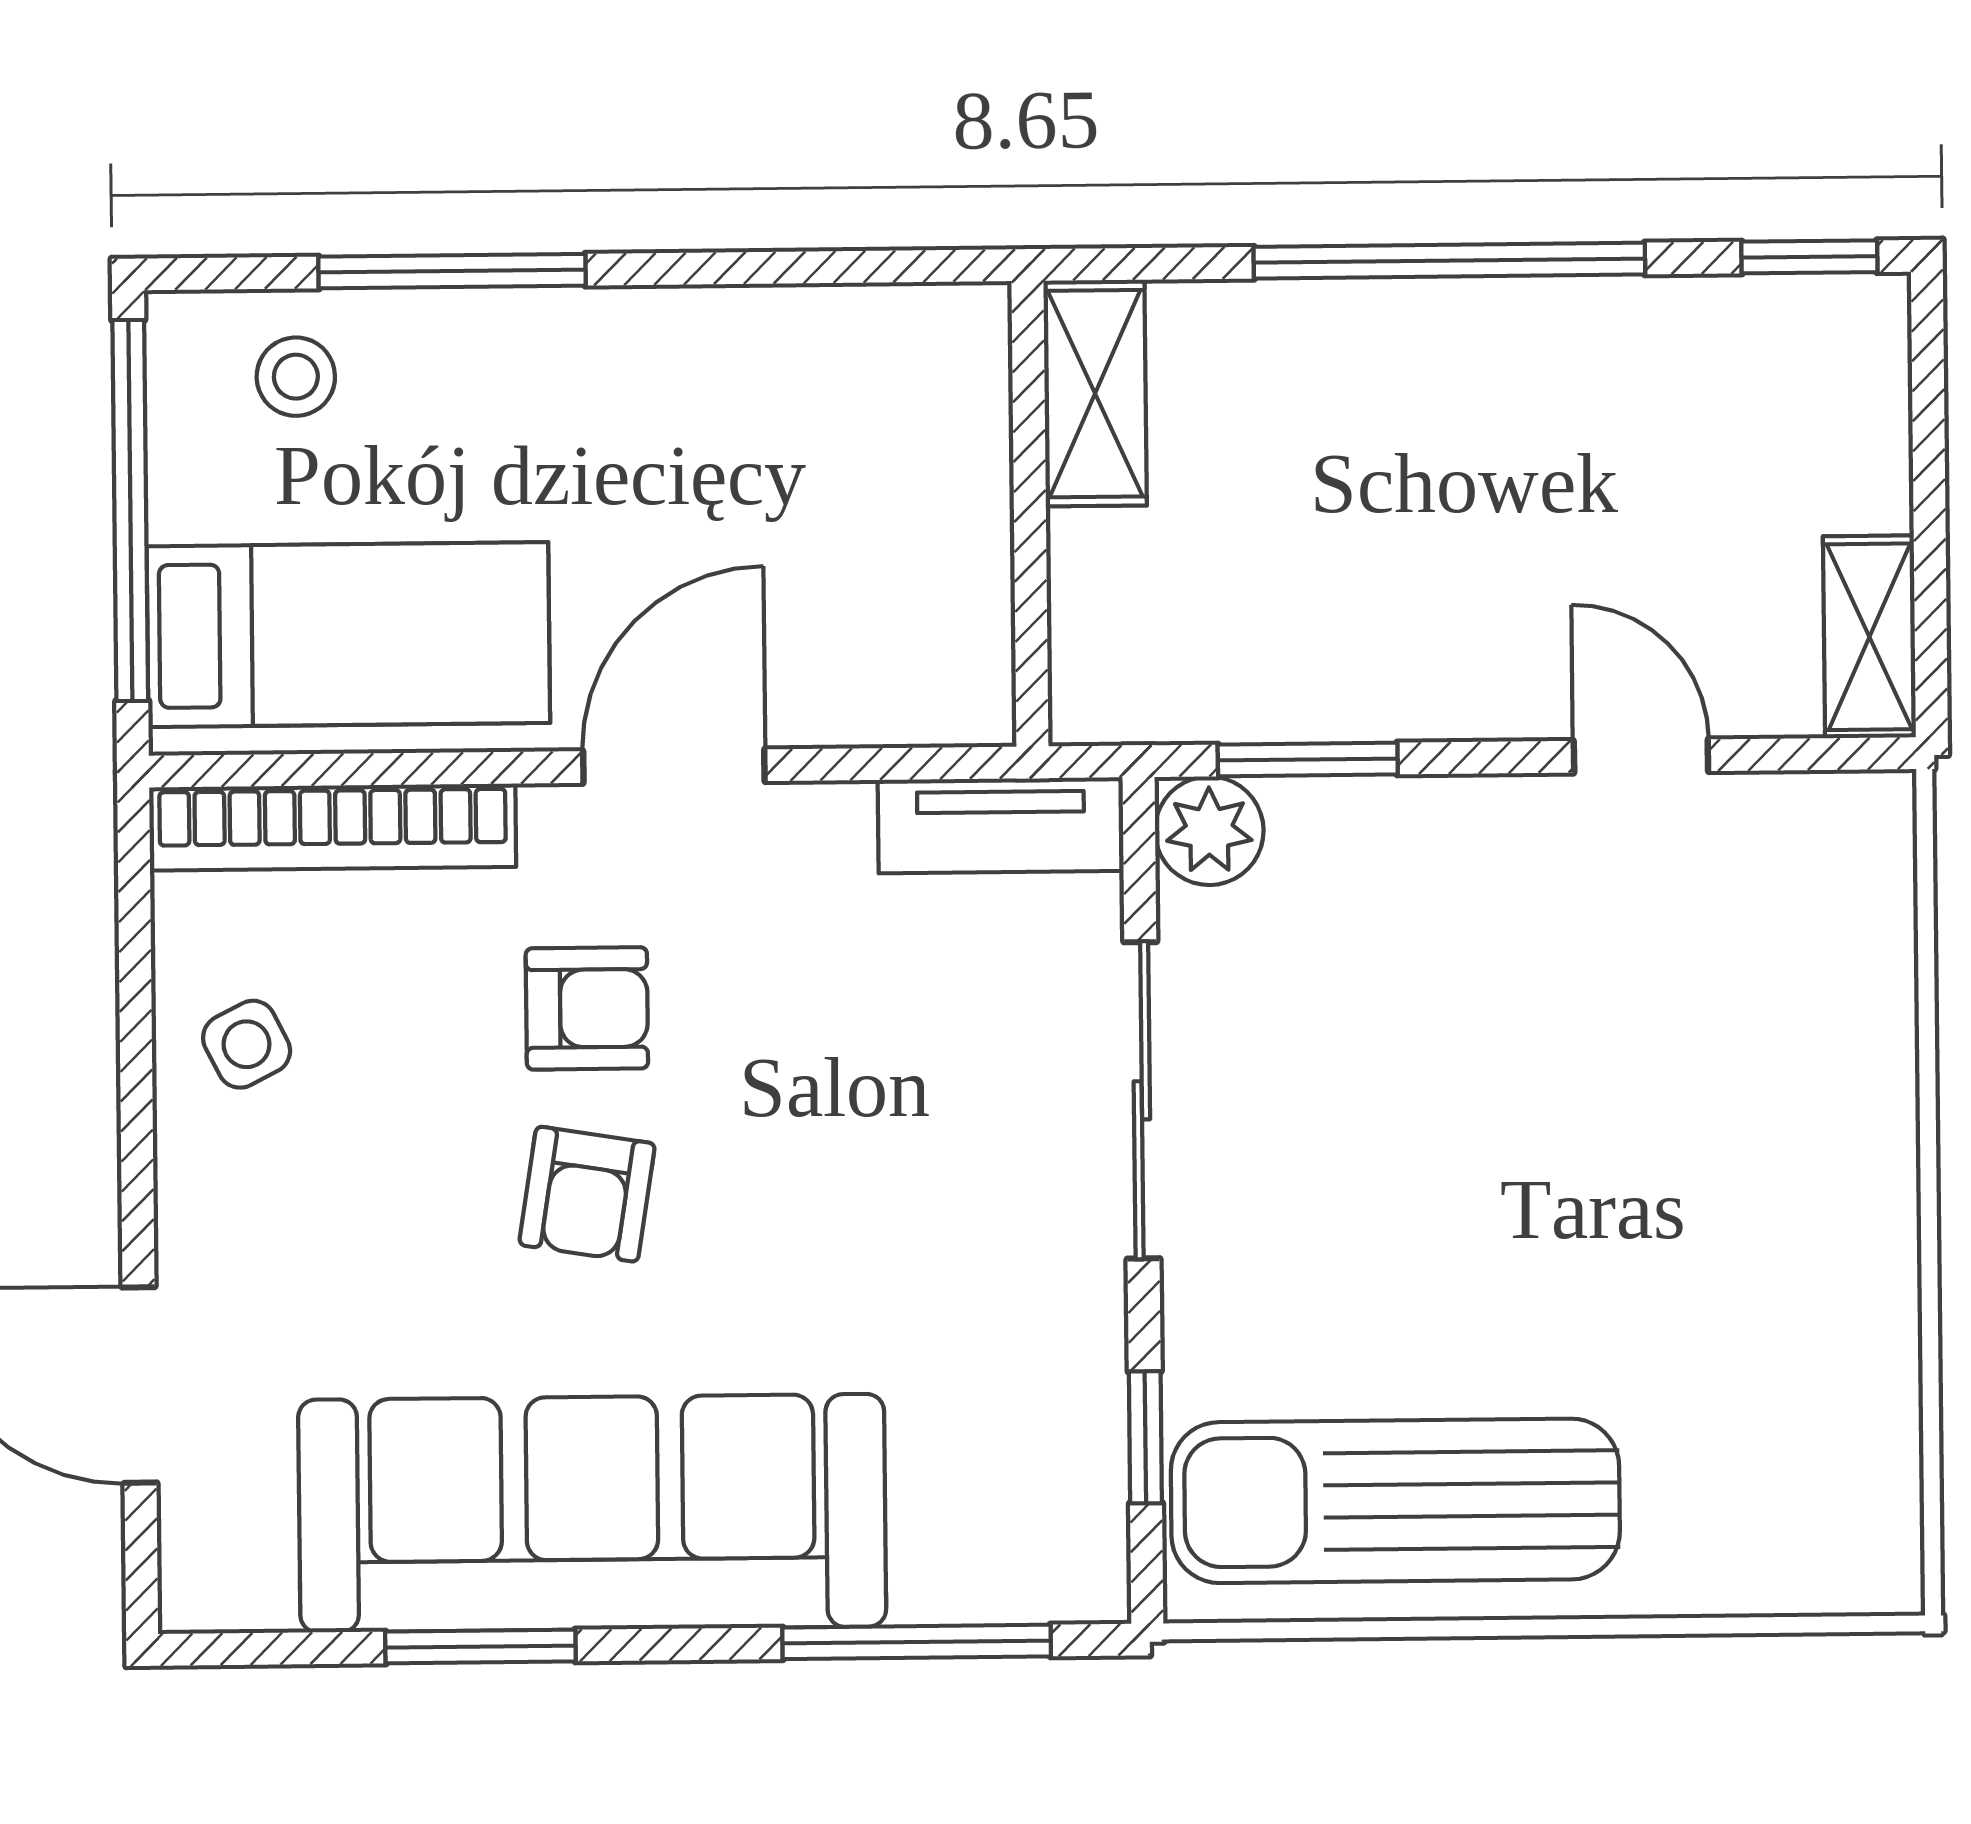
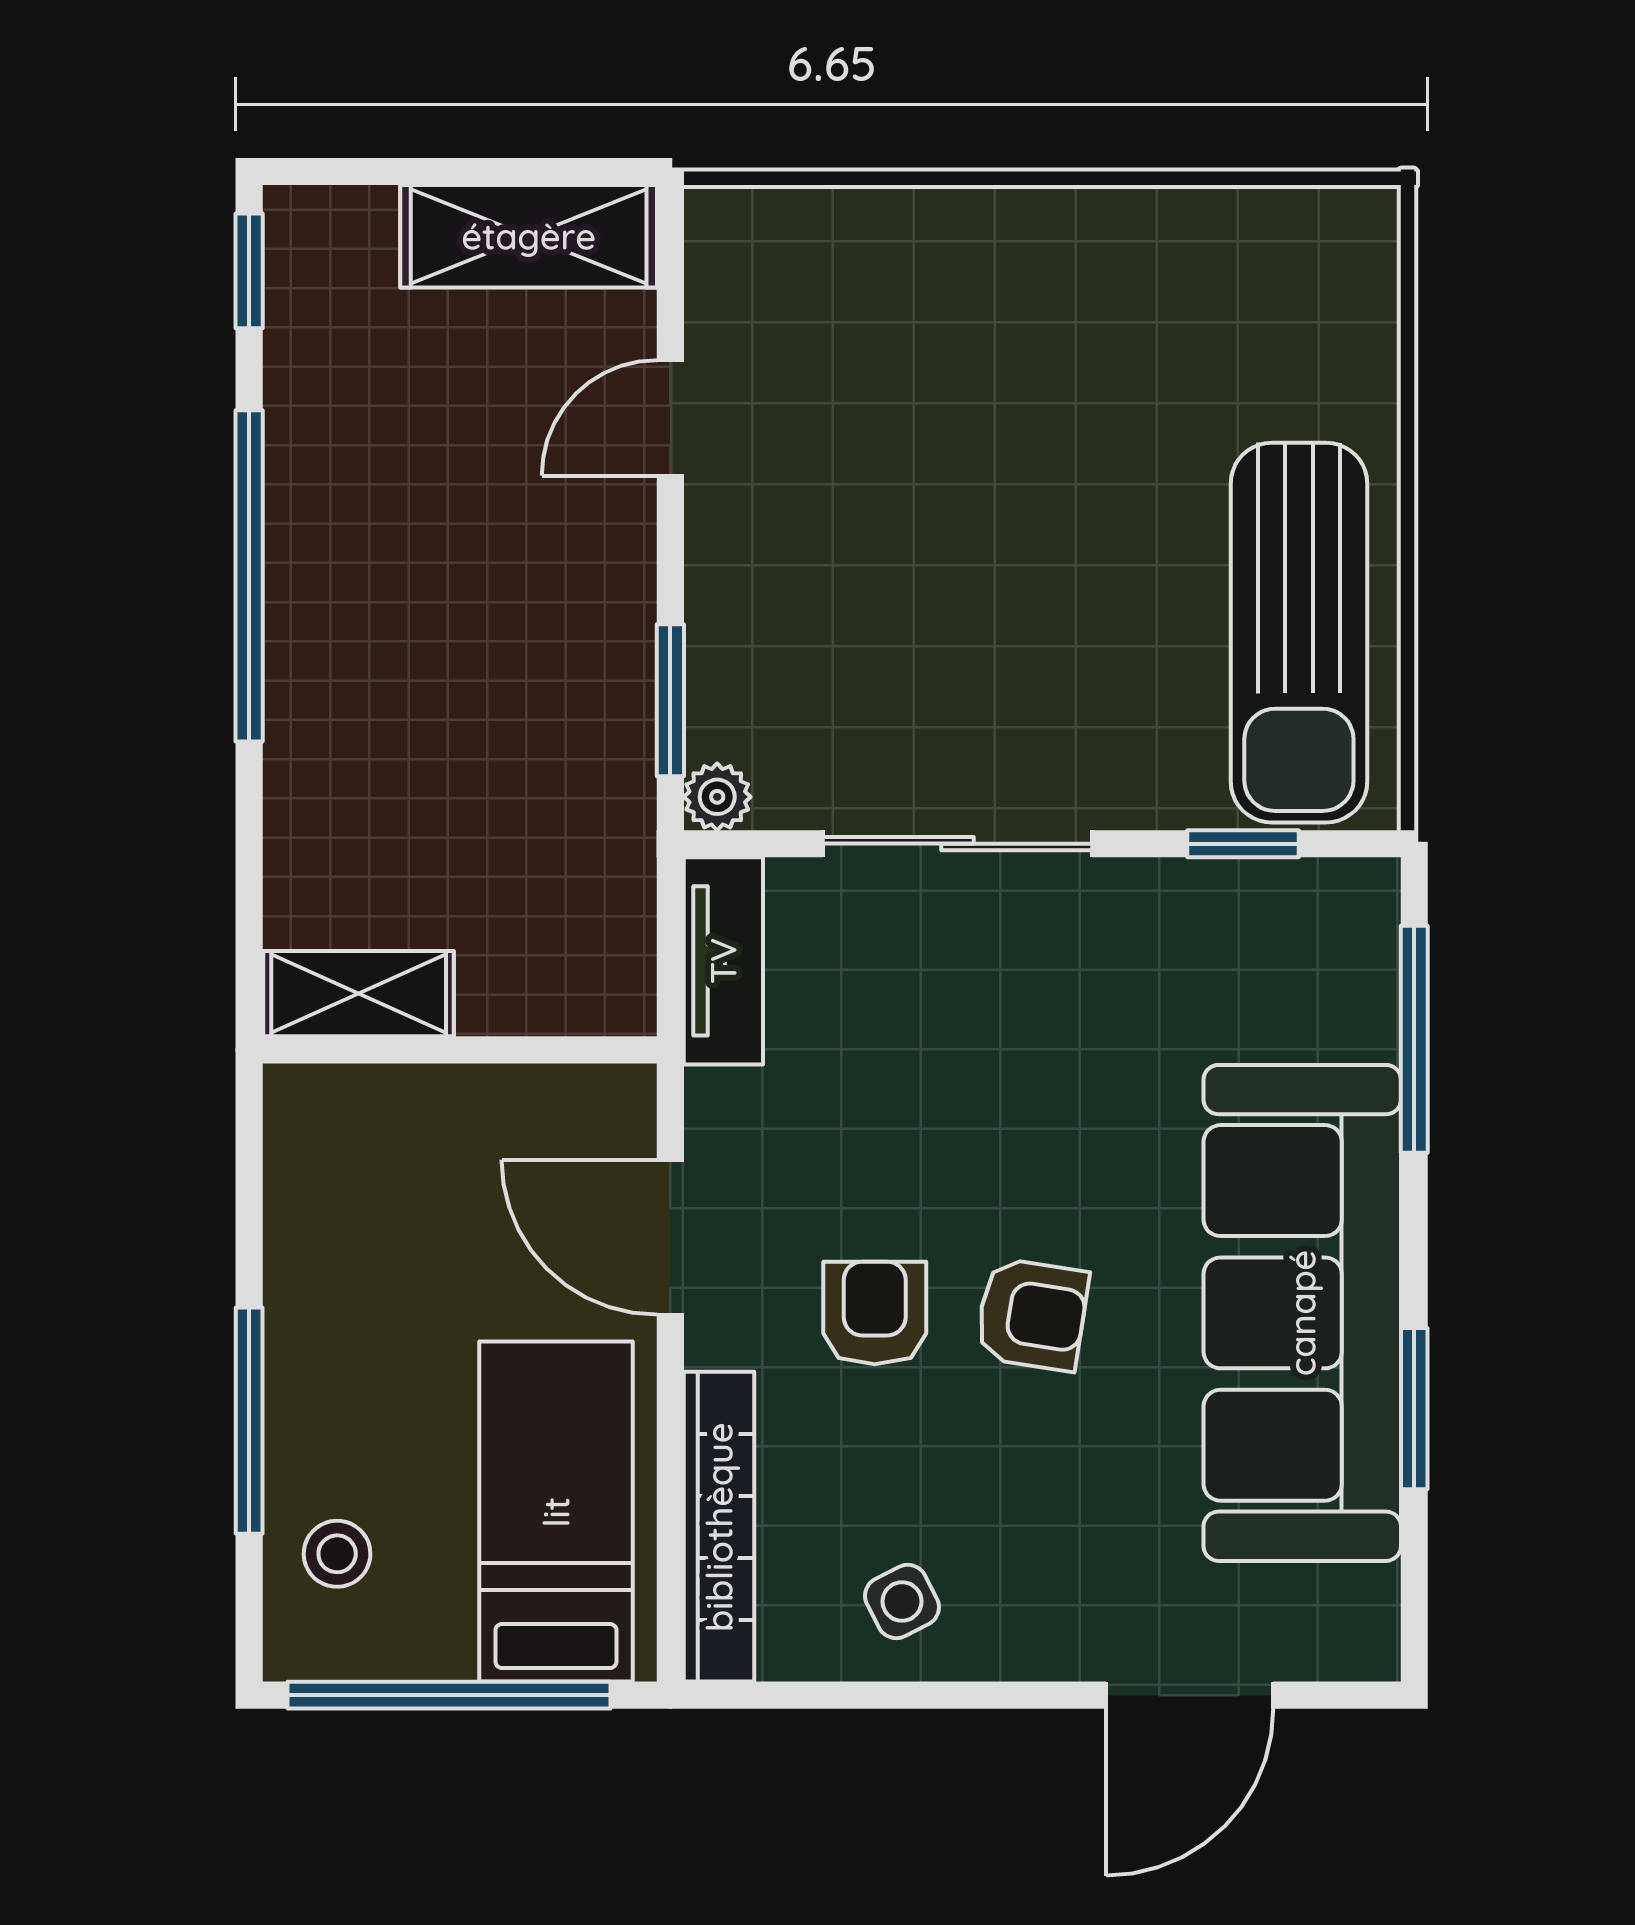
shelving: (1095, 394) -> (359, 994), moved
wall: (1030, 514) -> (460, 1050), moved
shelving: (1869, 637) -> (529, 236), width x1.50, depth x1.33
plant: (1209, 831) -> (717, 797), width x0.73, depth x0.73

